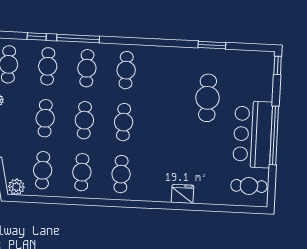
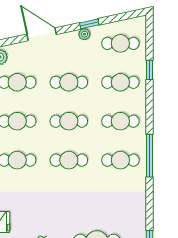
window: (78, 38) -> (149, 156), moved

